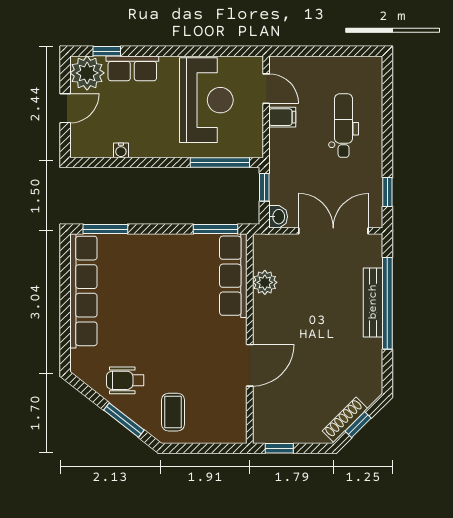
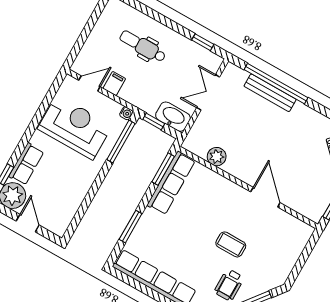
water cooler: (121, 150) -> (126, 113), moved
washbasin: (278, 217) -> (173, 117), width x1.91, depth x1.45
window: (105, 229) -> (131, 227), moved
double door: (333, 231) -> (208, 92), width x0.73
row of seats: (233, 276) -> (171, 183), moved, turned -90
coffee table: (173, 412) -> (231, 244), moved

